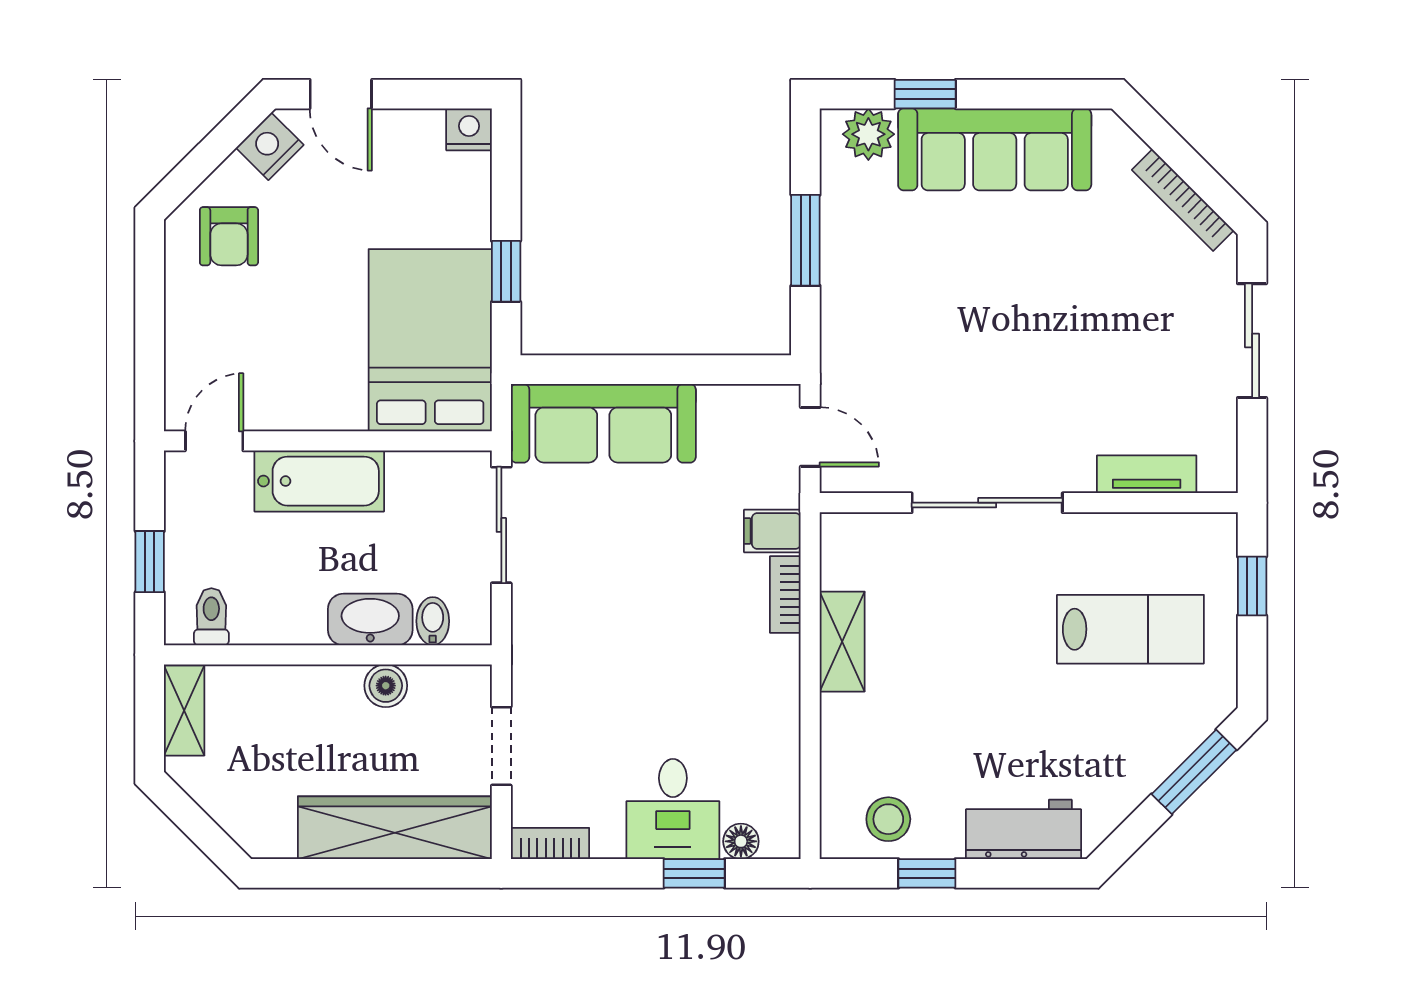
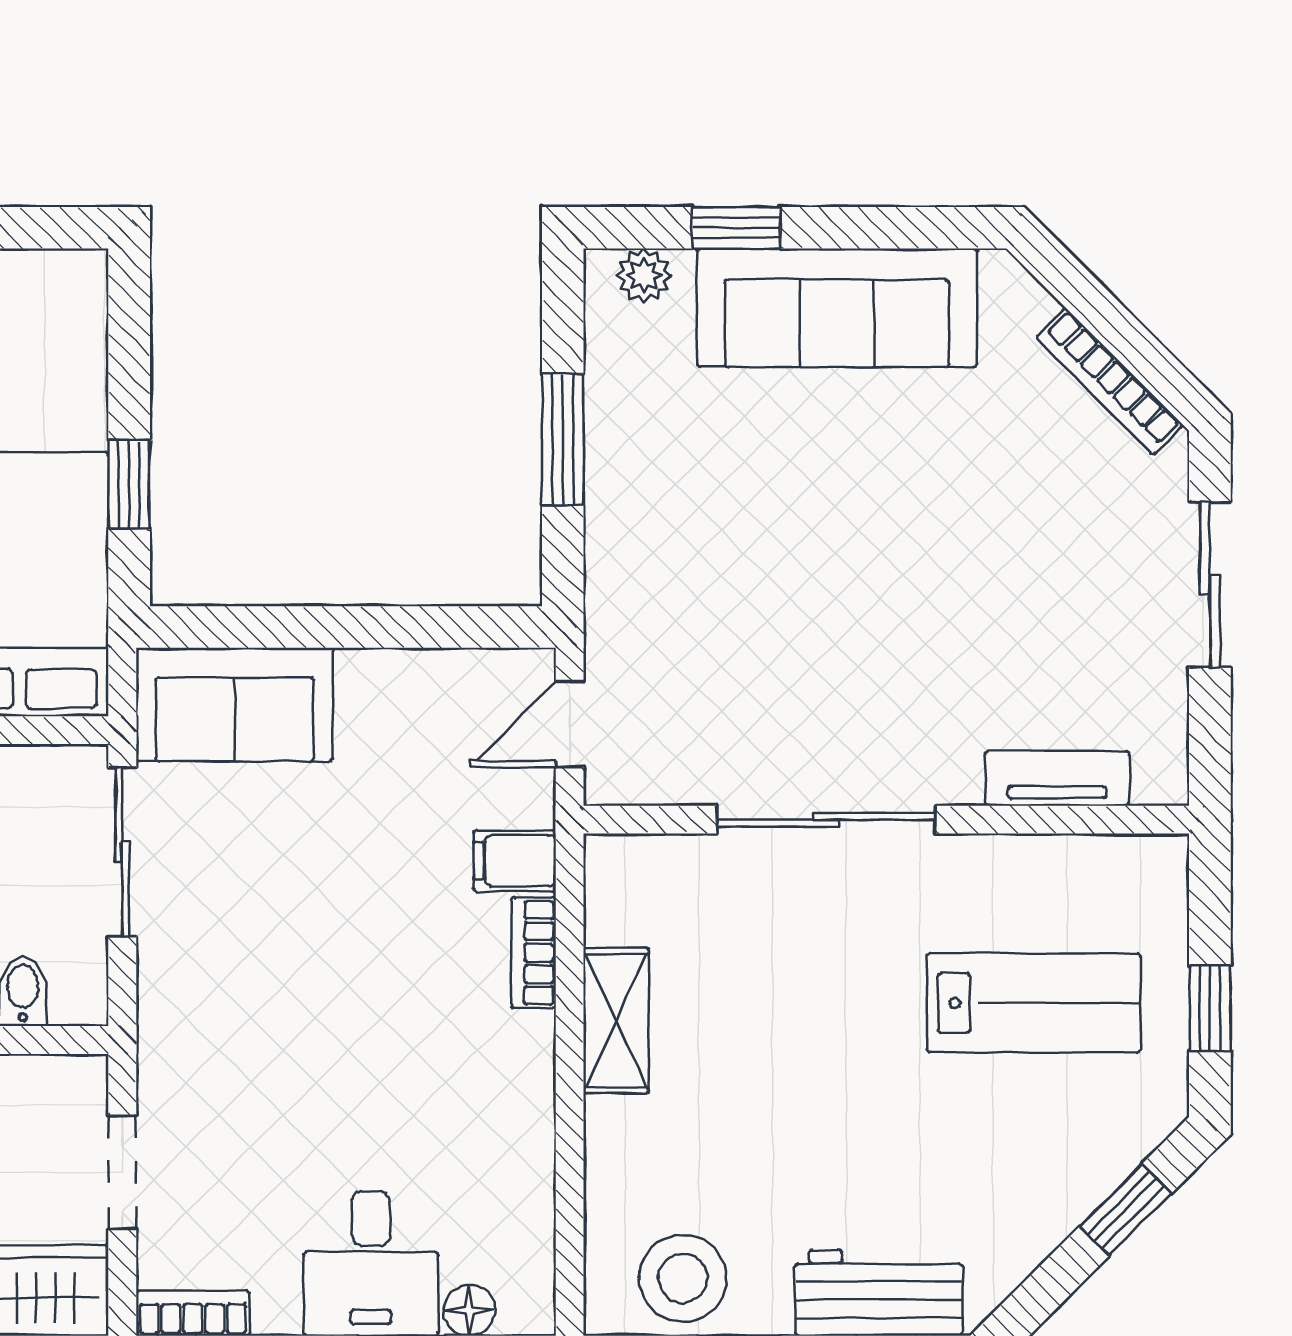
nightstand: (469, 129) -> (75, 279), removed
plant: (868, 134) -> (644, 276), width x0.73, depth x0.73
sofa: (603, 423) -> (235, 705), width x0.73
door: (810, 437) -> (570, 724), swing flipped
window: (1252, 586) -> (1210, 1008), moved
window: (1194, 772) -> (1126, 1210), width x0.67
stool: (888, 819) -> (683, 1278), width x1.38, depth x1.38

